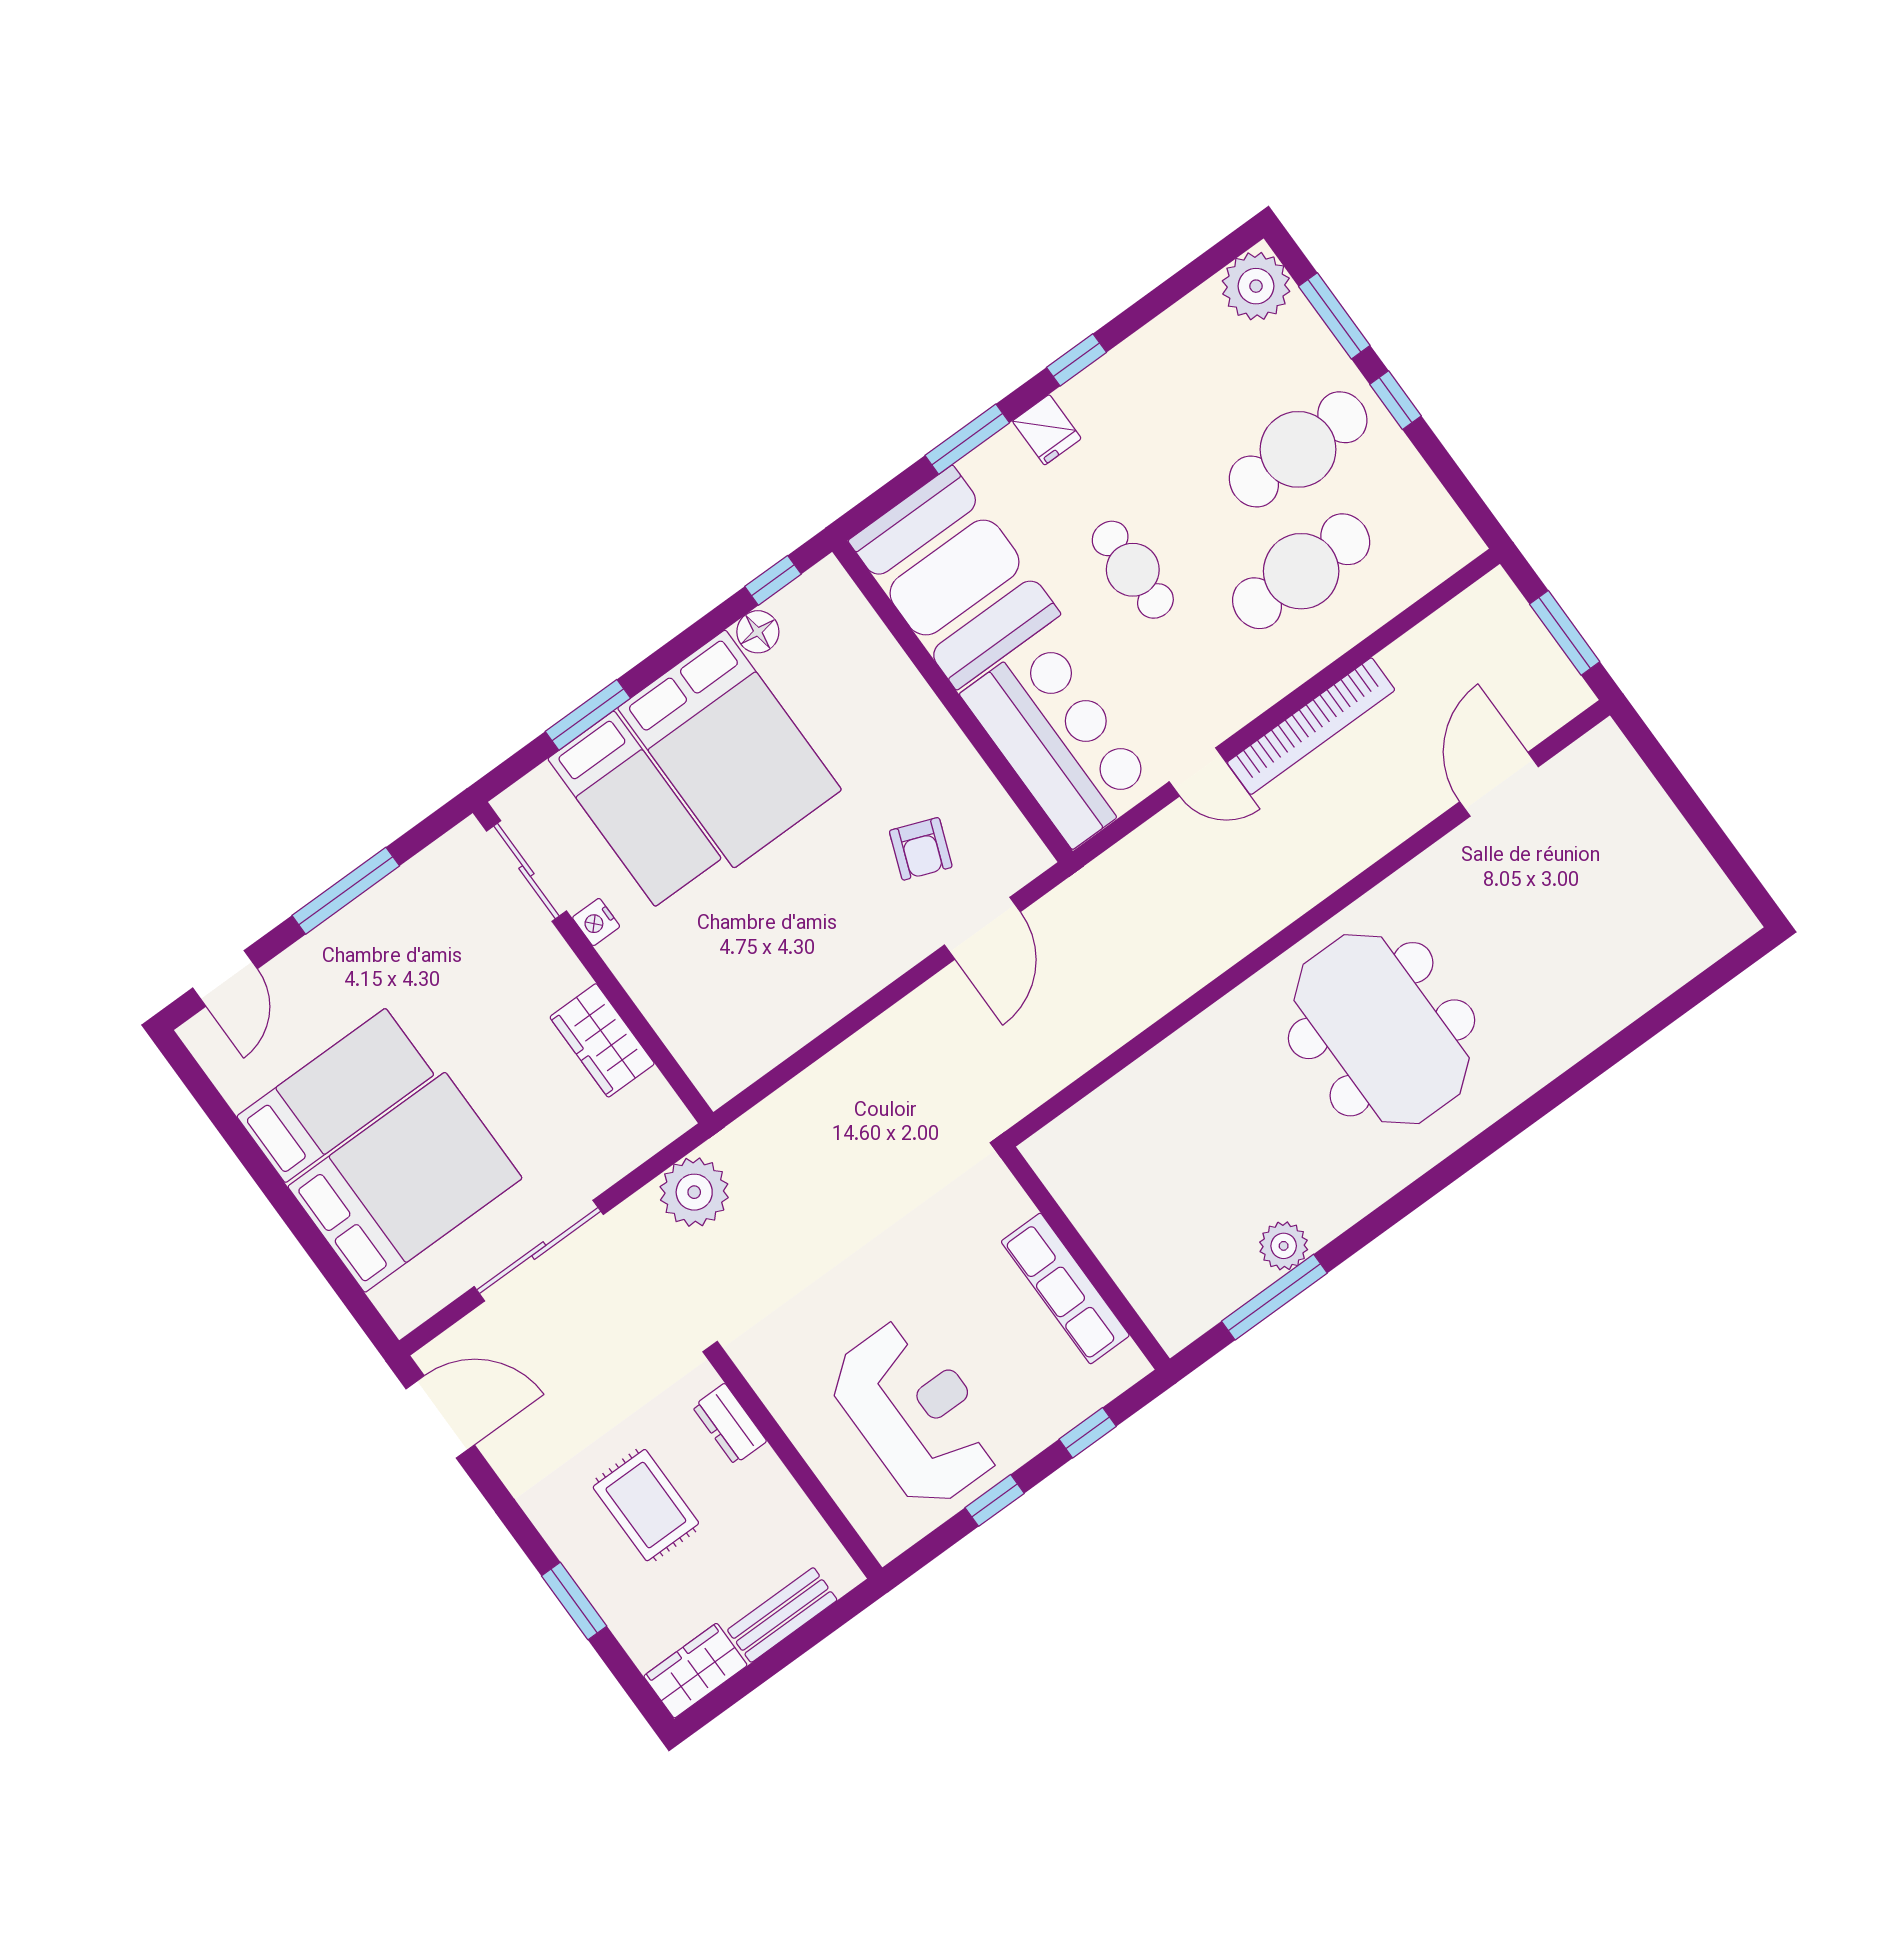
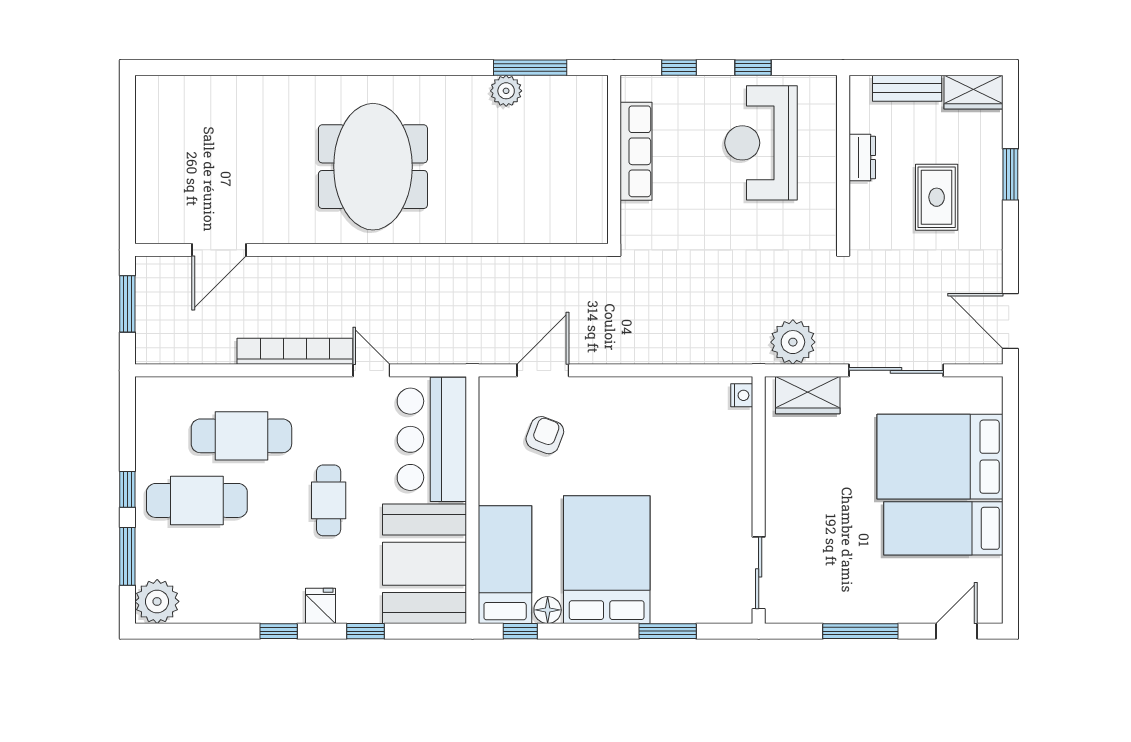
window: (967, 439) -> (365, 631), width x0.67
bed: (634, 809) -> (505, 565), moved
nightstand: (596, 922) -> (742, 395), moved
wardrobe: (602, 1040) -> (808, 395), moved, turned 90
dresser: (730, 1424) -> (862, 158), moved

